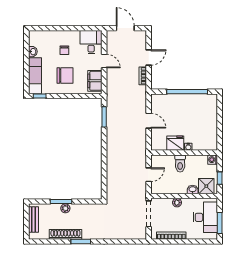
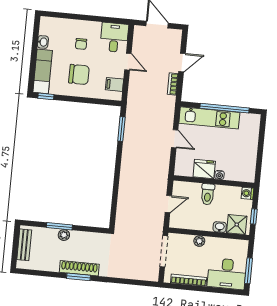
filing cabinet: (95, 81) -> (114, 84), width x0.50
kitchen unit: (175, 101) -> (209, 118), added
desk: (205, 217) -> (227, 274), moved, turned 90
shoe rack: (65, 234) -> (79, 268), moved

